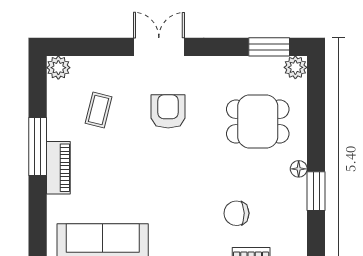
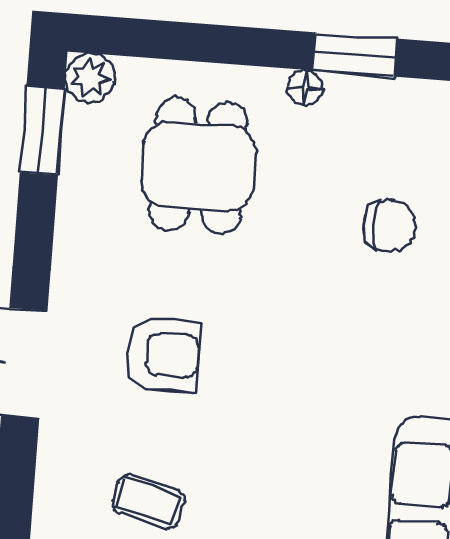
armchair: (168, 111) -> (163, 355), turned 180
chair: (236, 213) -> (389, 226), turned -89

